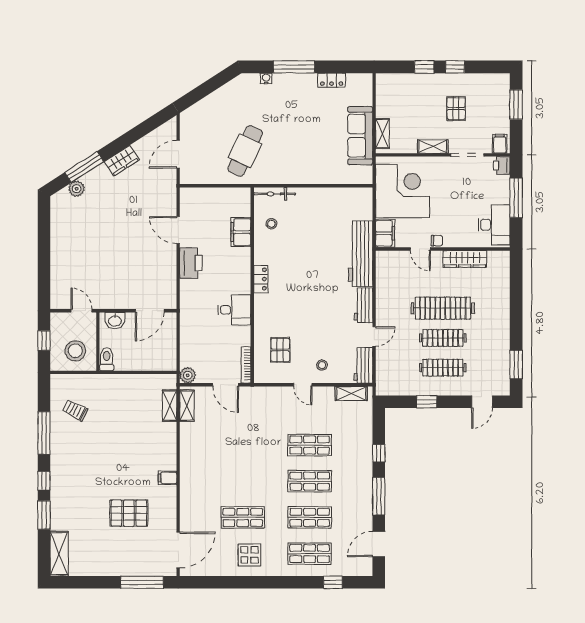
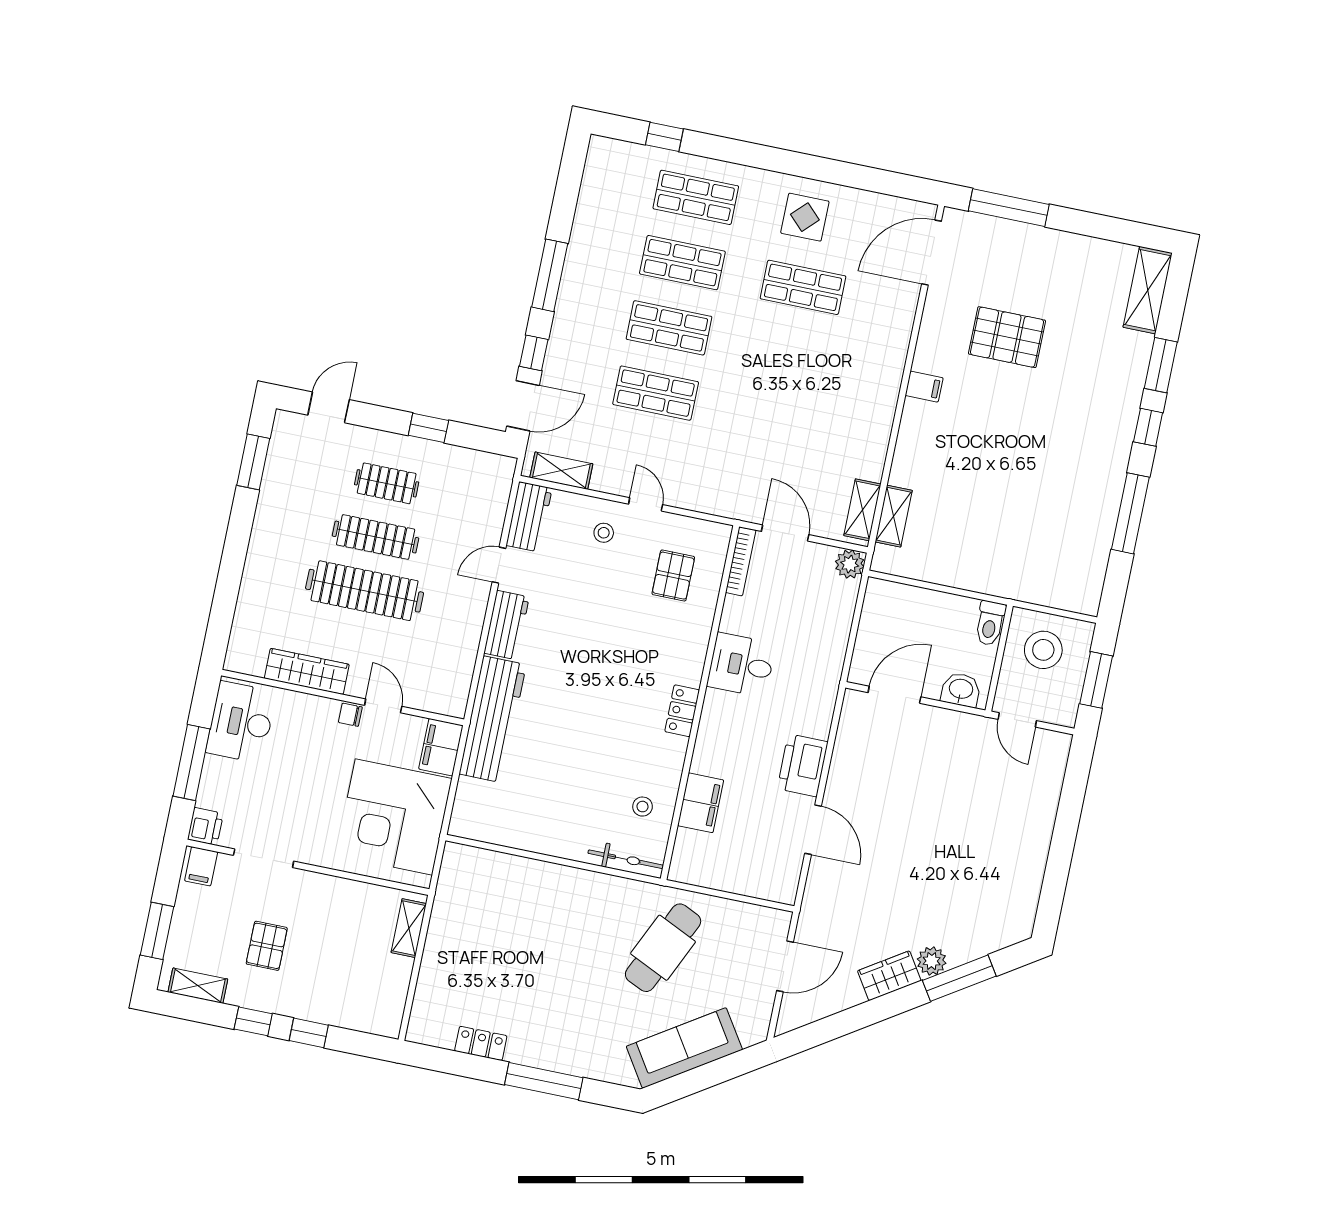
water cooler: (266, 79) -> (598, 1070), removed
sofa: (360, 136) -> (684, 1048), moved, turned -123
shelving: (433, 147) -> (198, 986), moved
plant: (77, 189) -> (932, 961), moved
window: (44, 341) -> (1096, 680), width x1.50
clothes rail: (443, 368) -> (387, 483), width x0.73
trolley: (75, 410) -> (1066, 543), removed
door: (379, 544) -> (523, 406), moved

